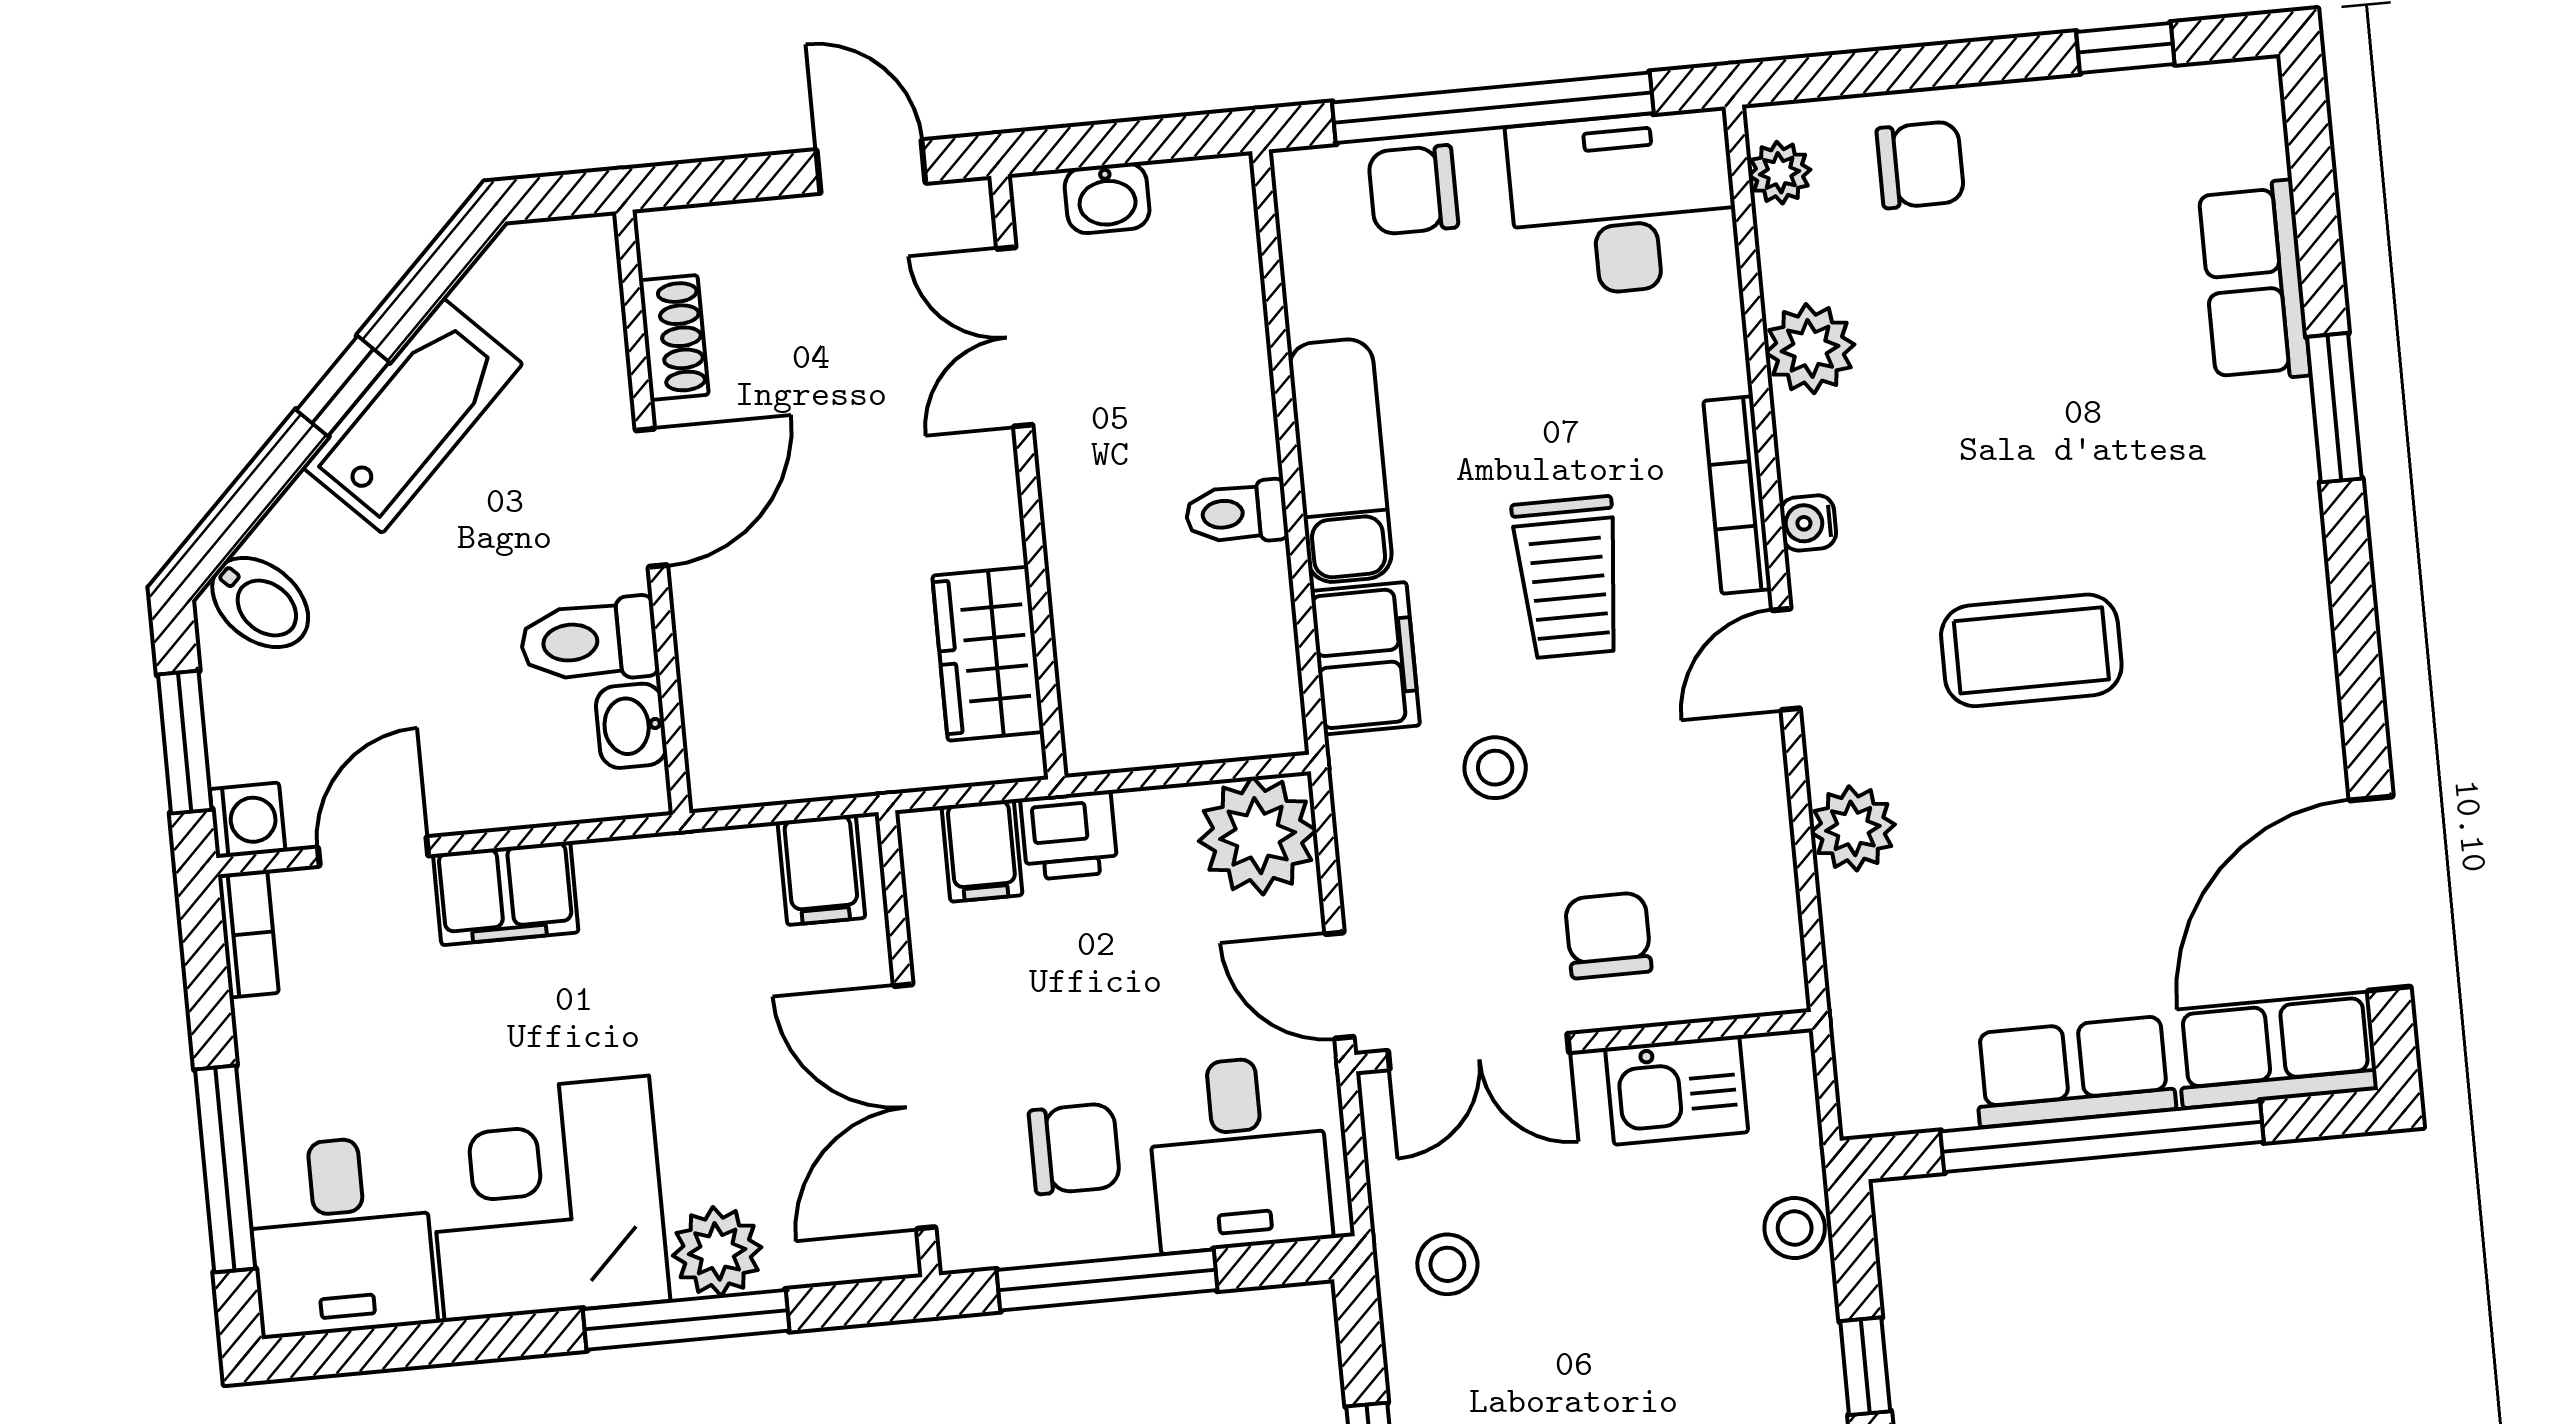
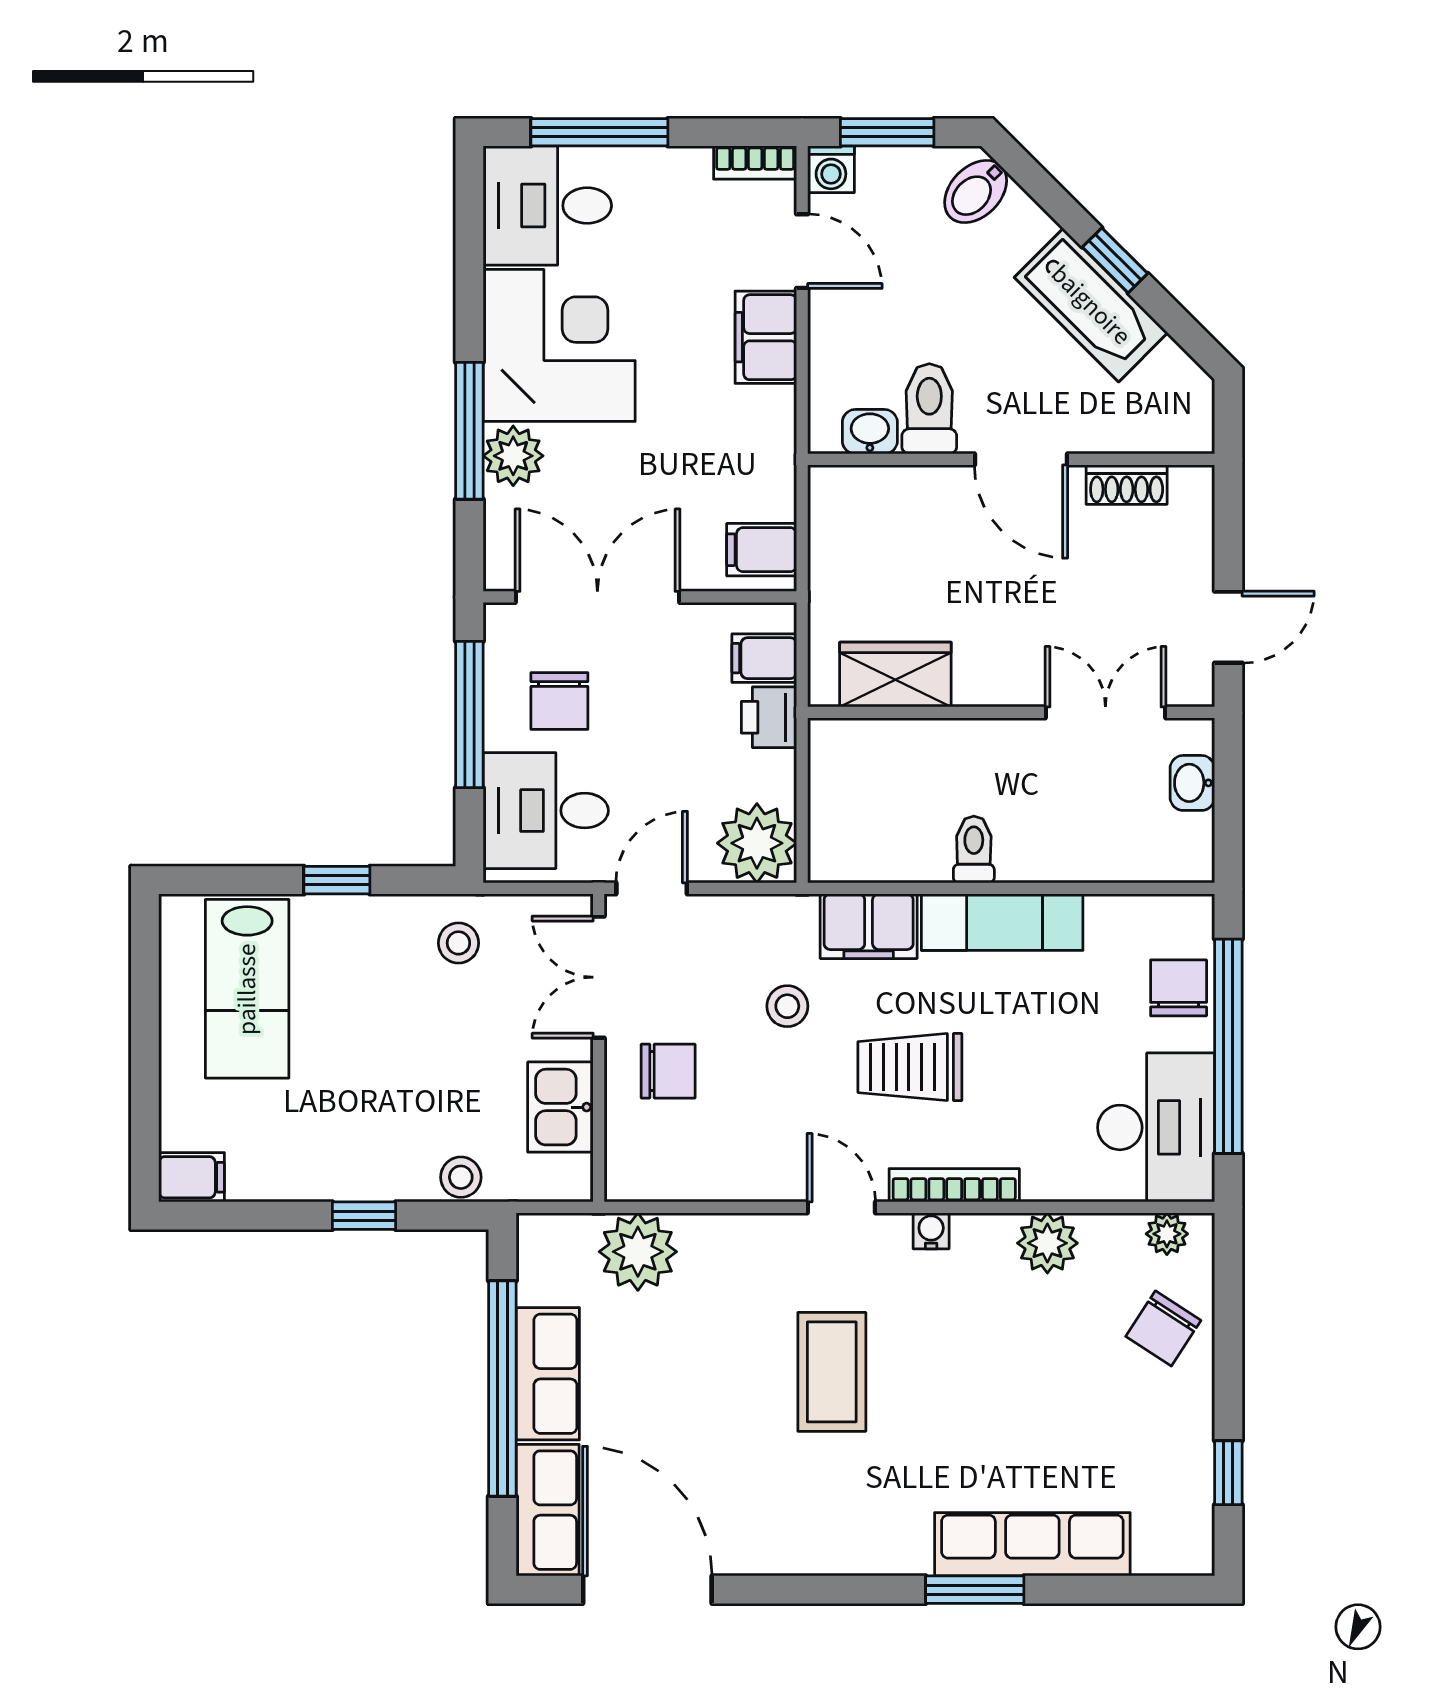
chair: (1920, 165) -> (1163, 1328), turned 33
row of seats: (2254, 282) -> (1032, 1544), width x1.48
plant: (1853, 828) -> (638, 1252), moved, width x1.36, depth x1.36

